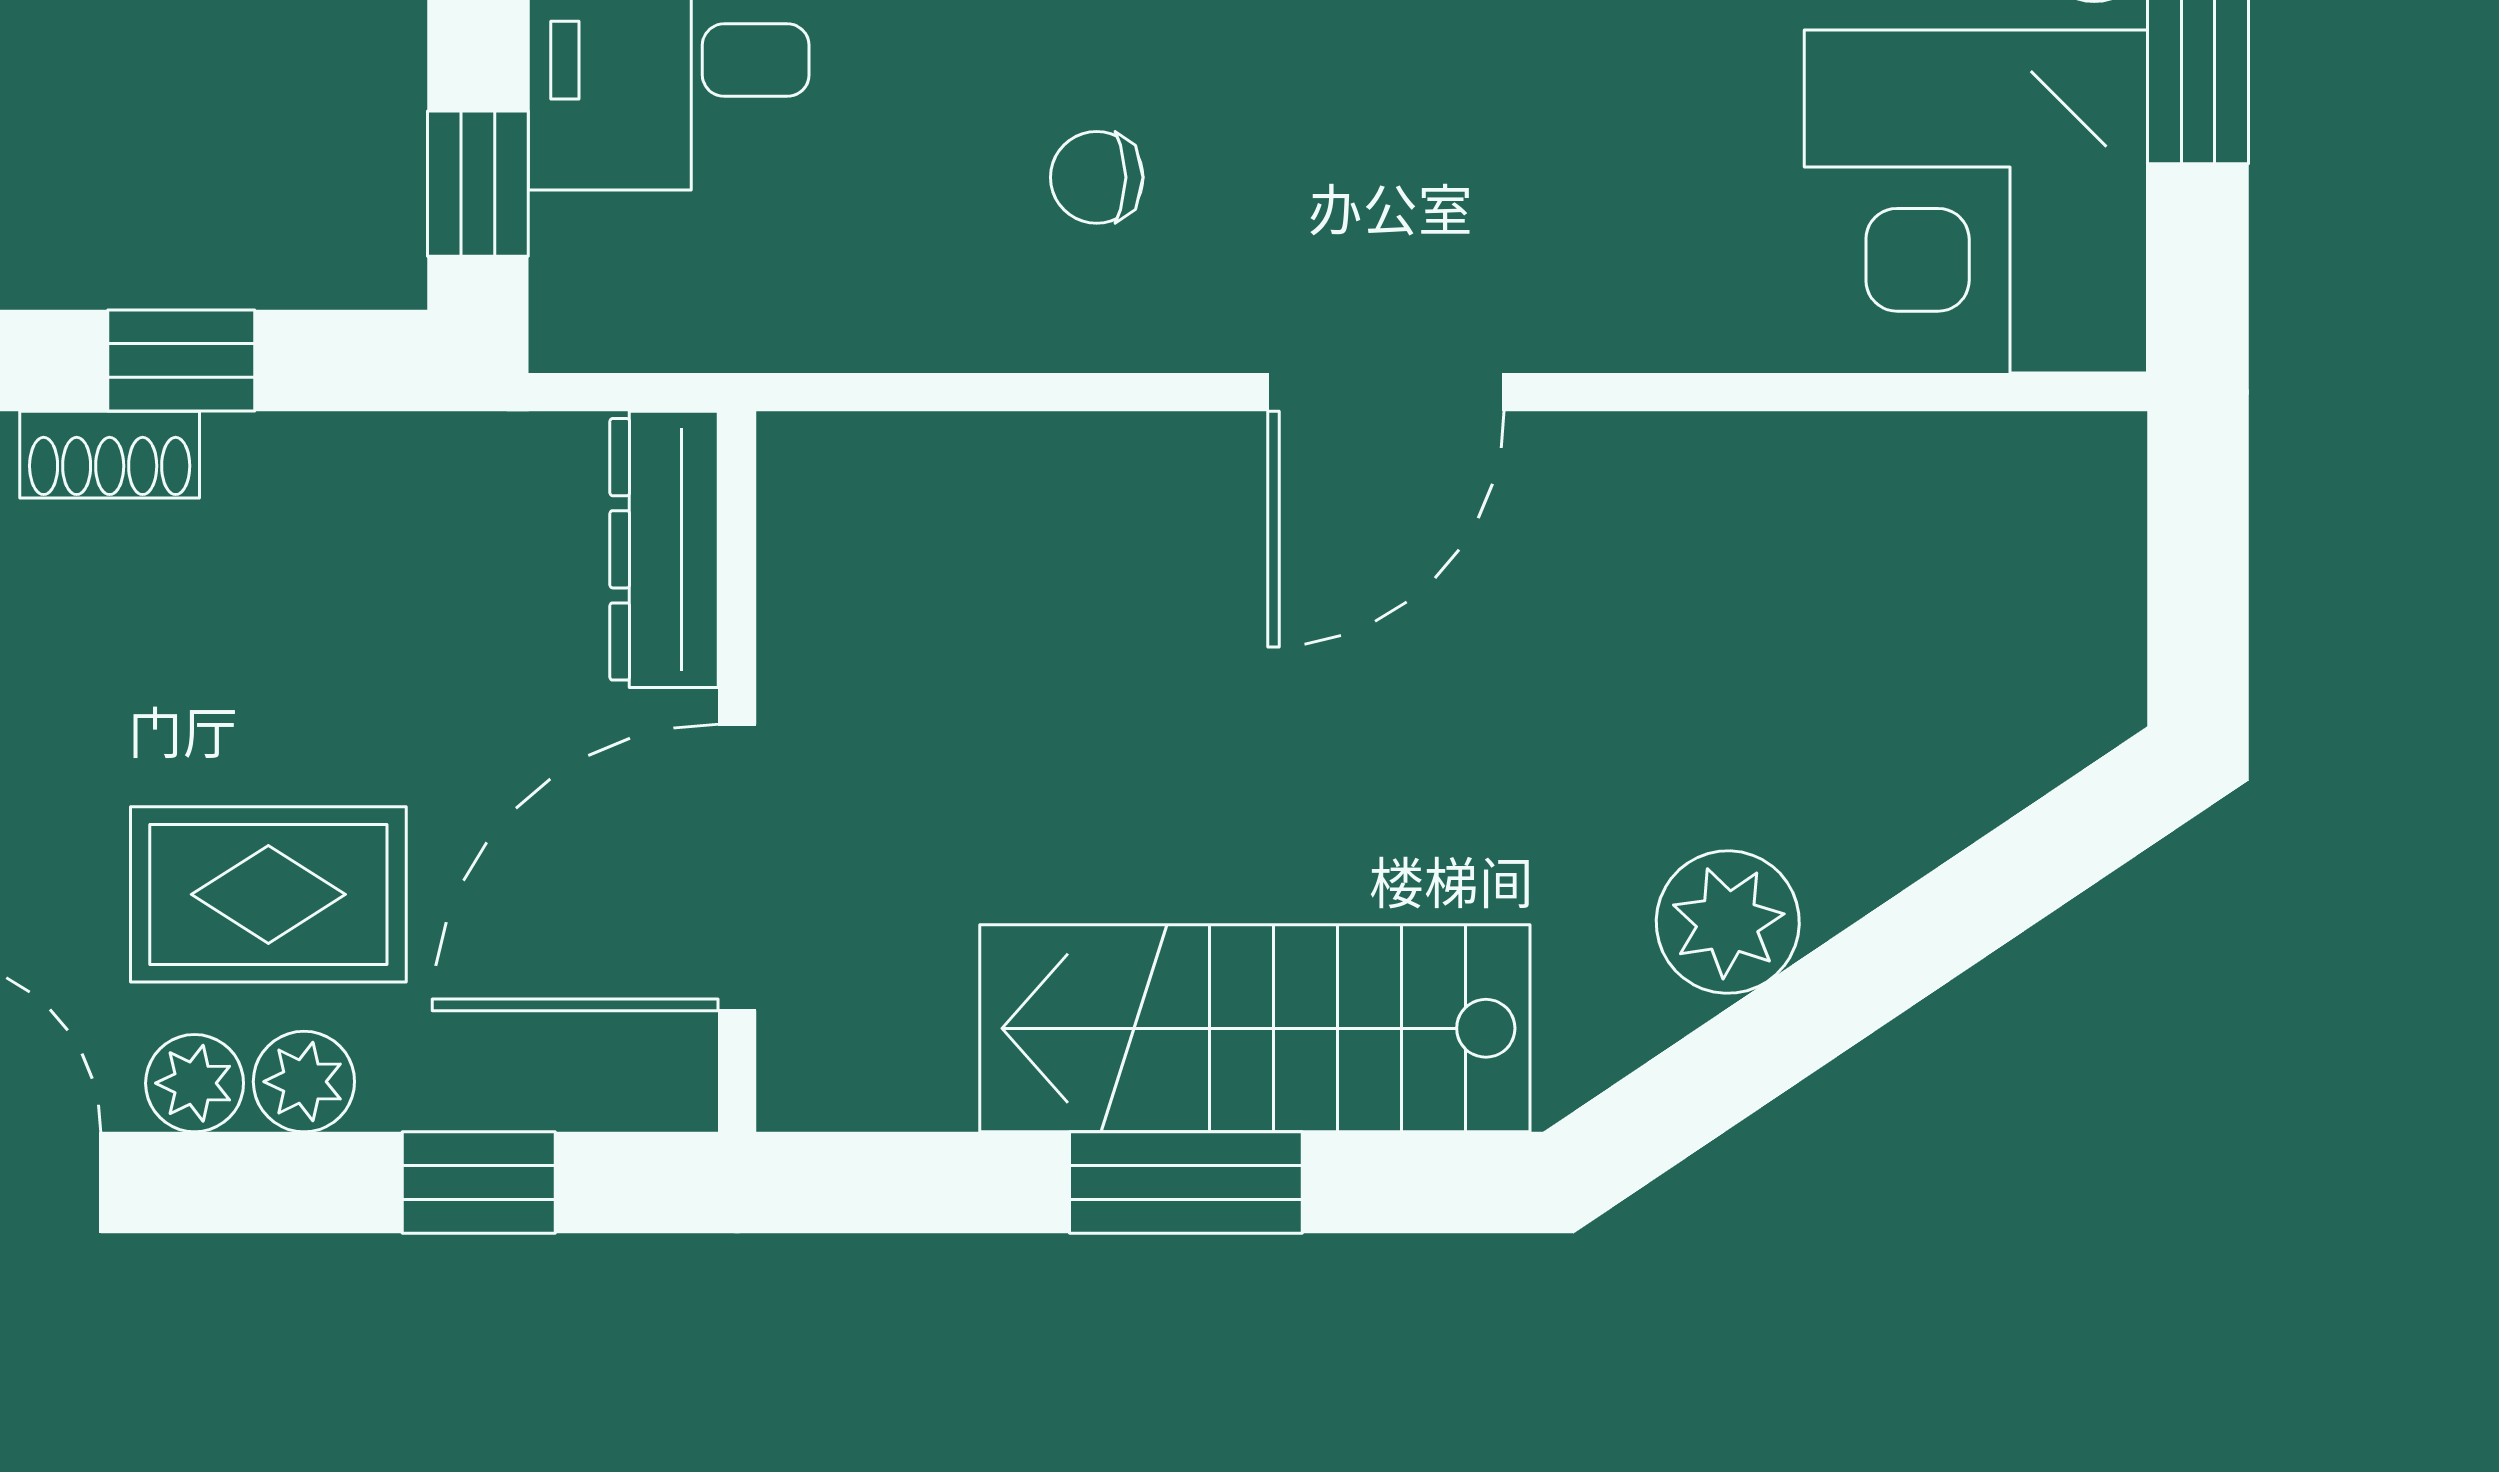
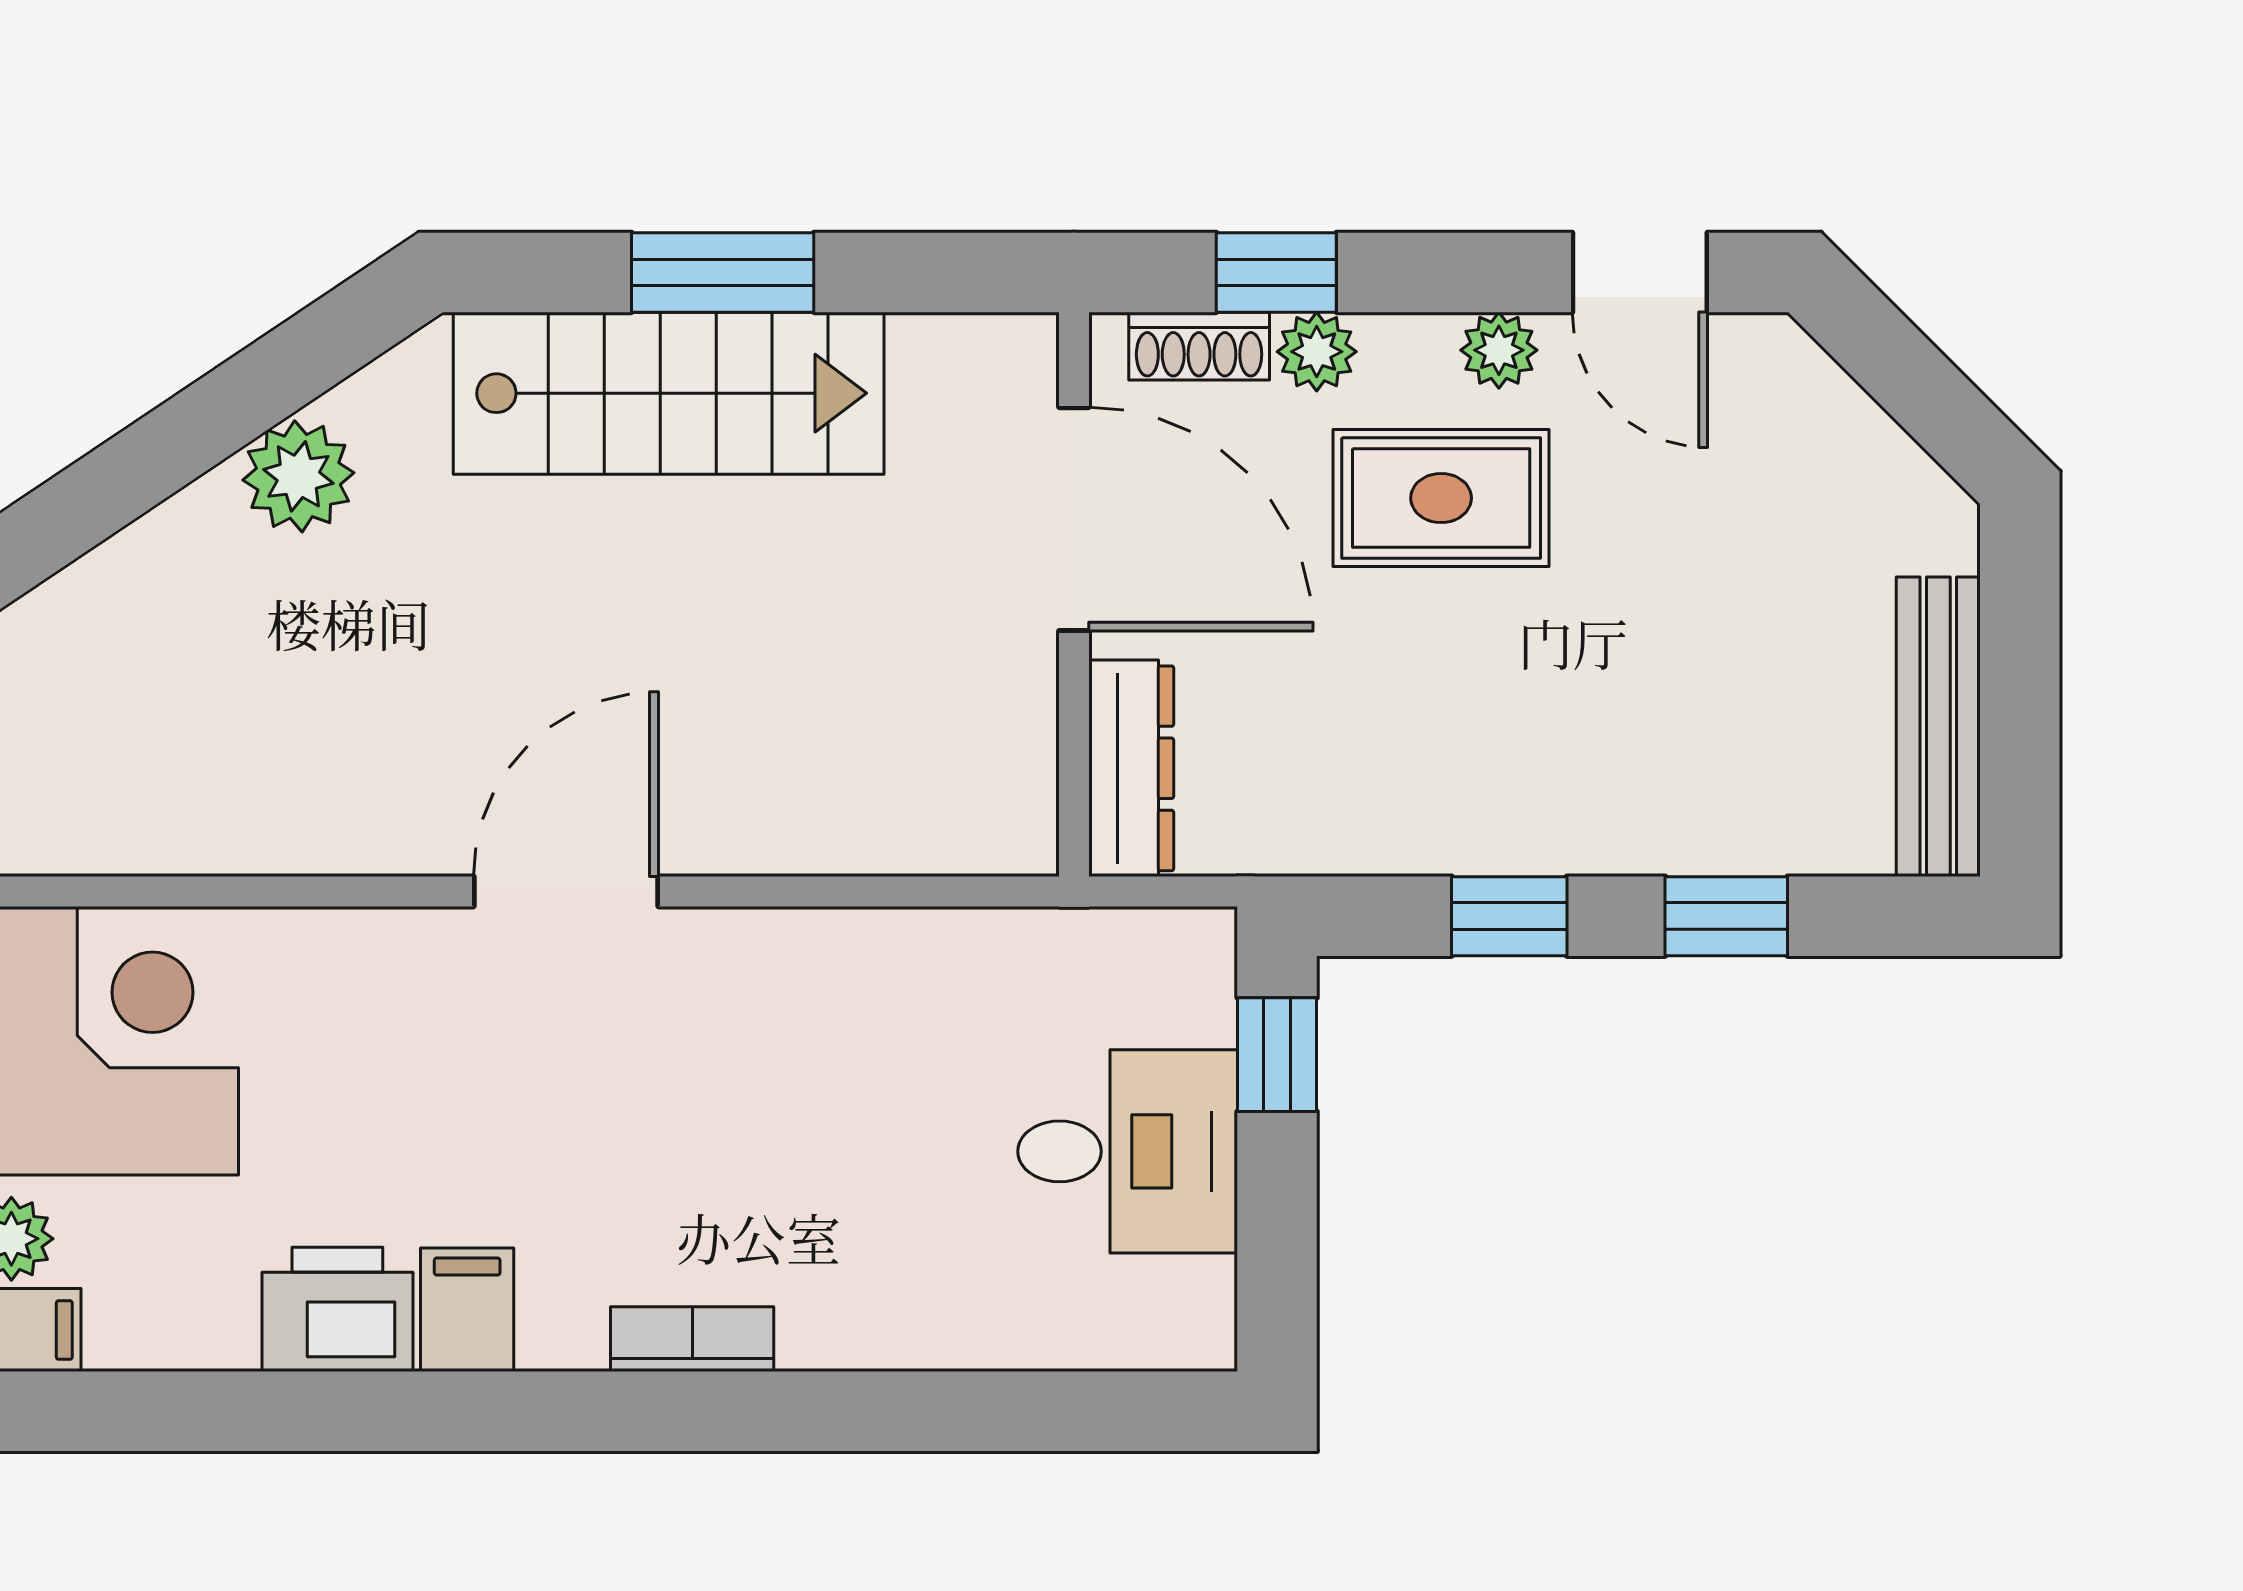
chair: (1097, 177) -> (792, 1059), removed
shoe rack: (110, 455) -> (1199, 346), moved, turned 180
door: (737, 868) -> (1074, 519), hinge flipped
plant: (304, 1082) -> (1317, 352), moved

